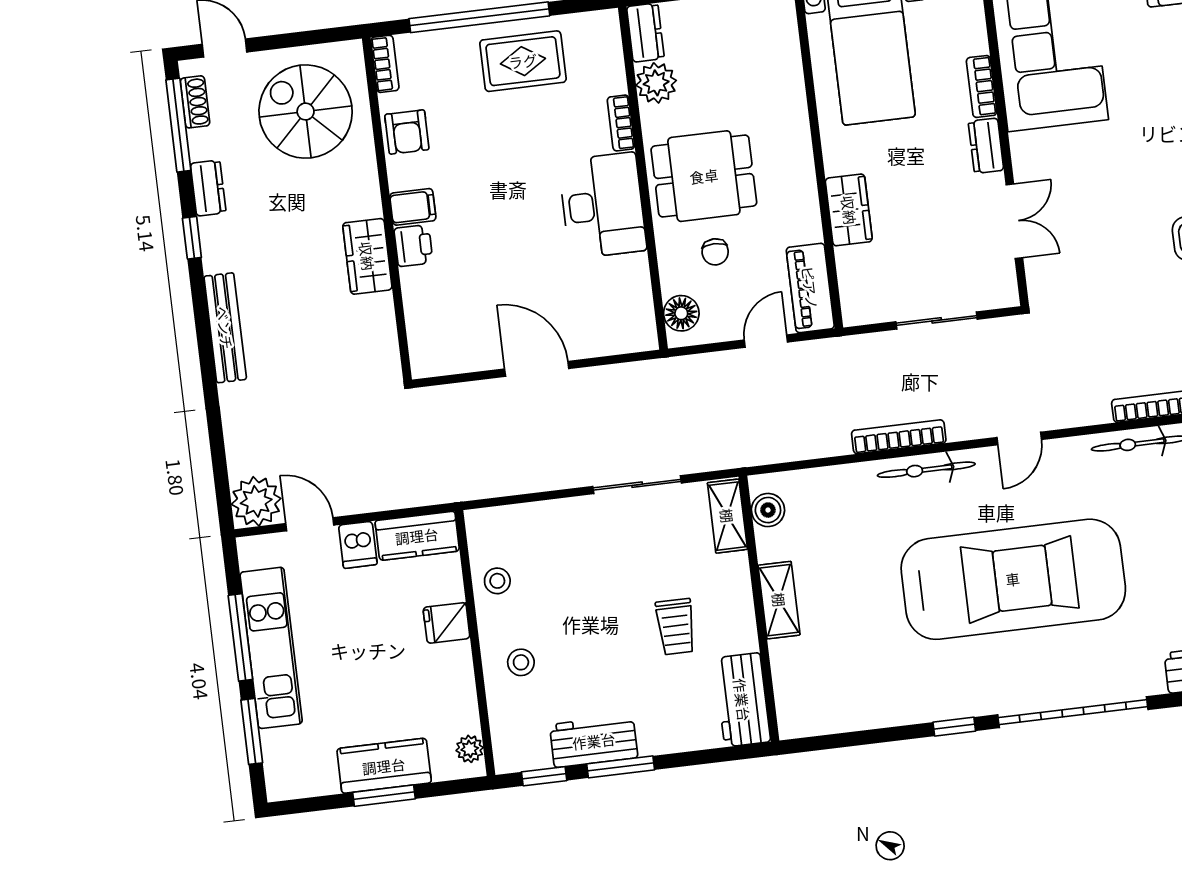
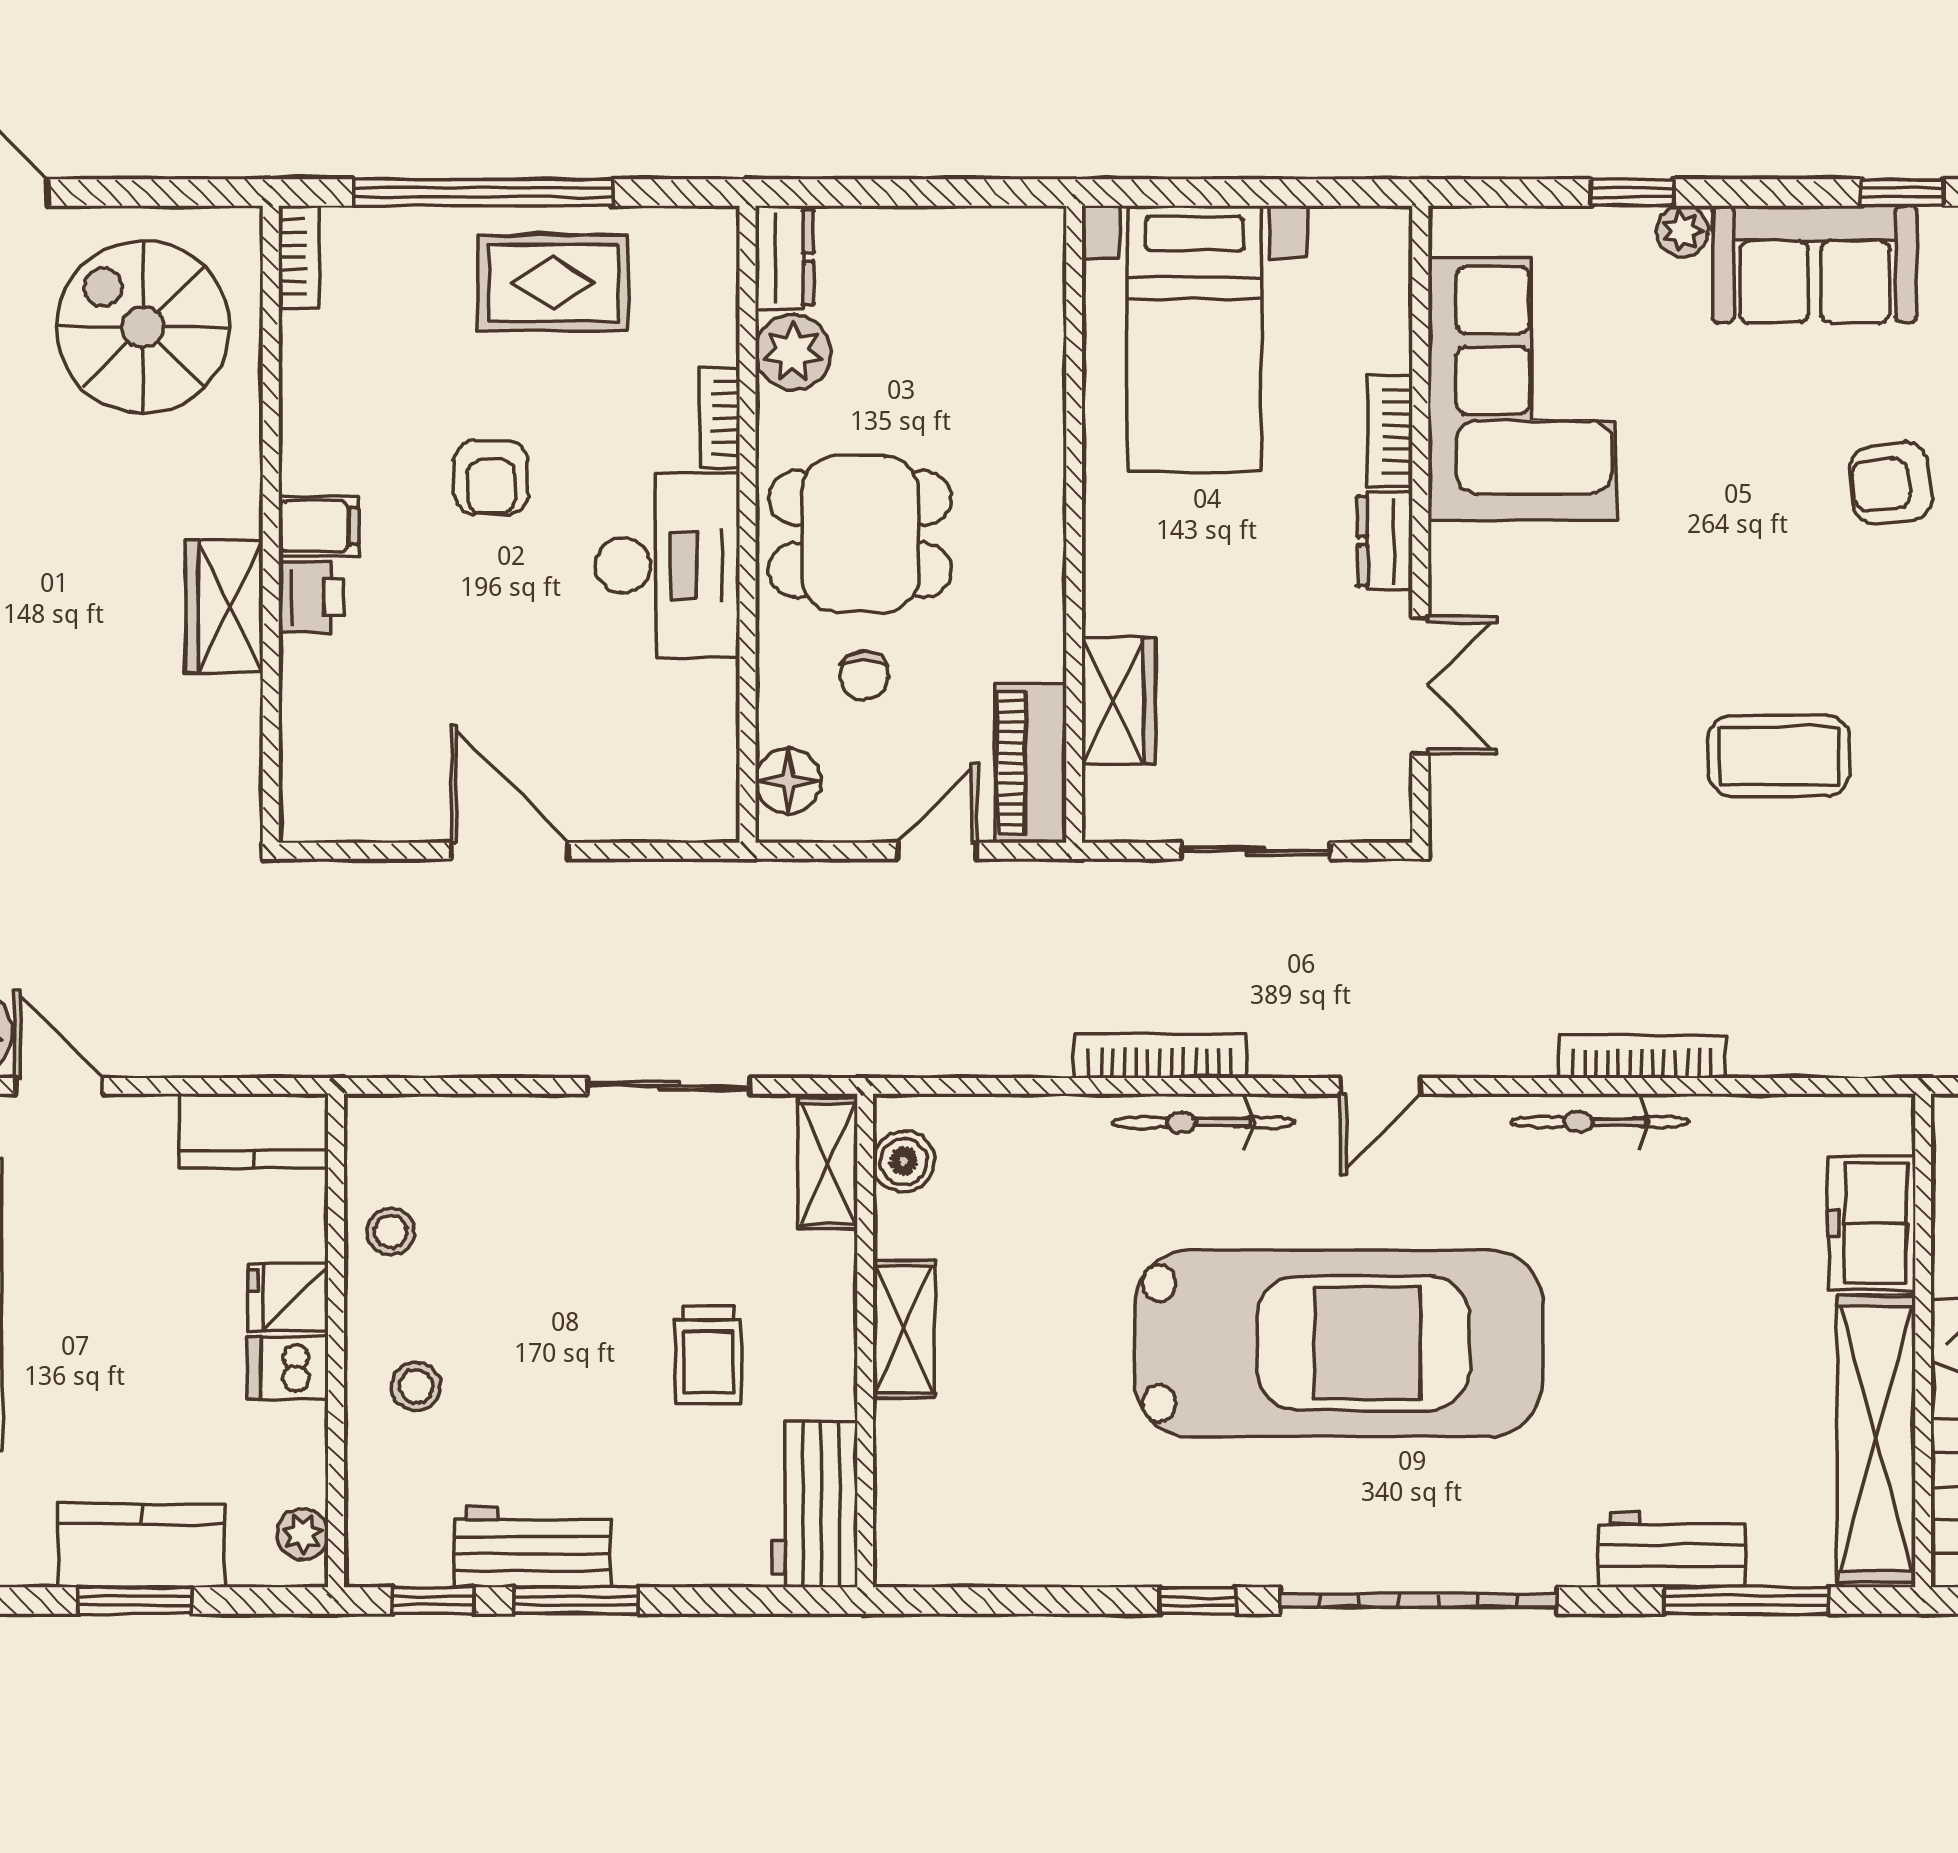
armchair: (407, 132) -> (491, 477), moved
wardrobe: (849, 210) -> (1119, 701), moved
dishwasher: (358, 545) -> (288, 1367), moved, turned 90

